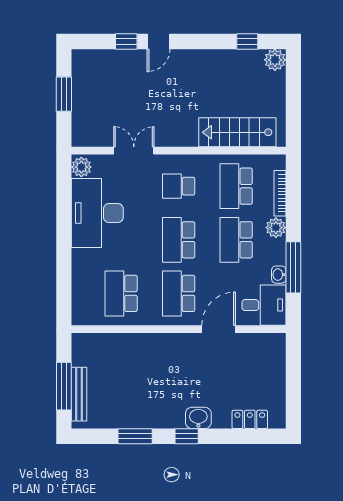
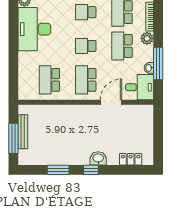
school desk: (179, 240) -> (86, 46), width x0.54
bench: (79, 394) -> (23, 132), moved

